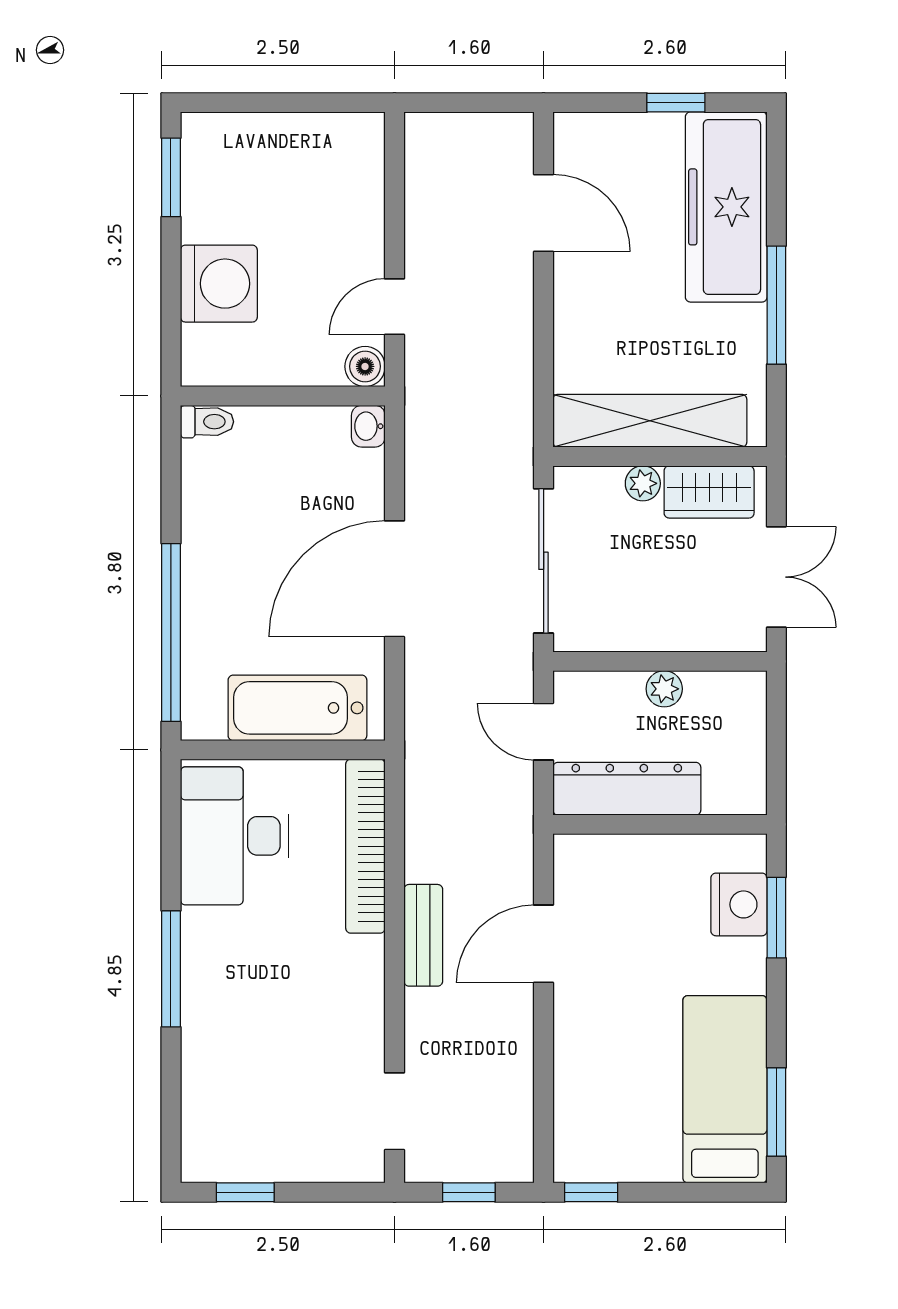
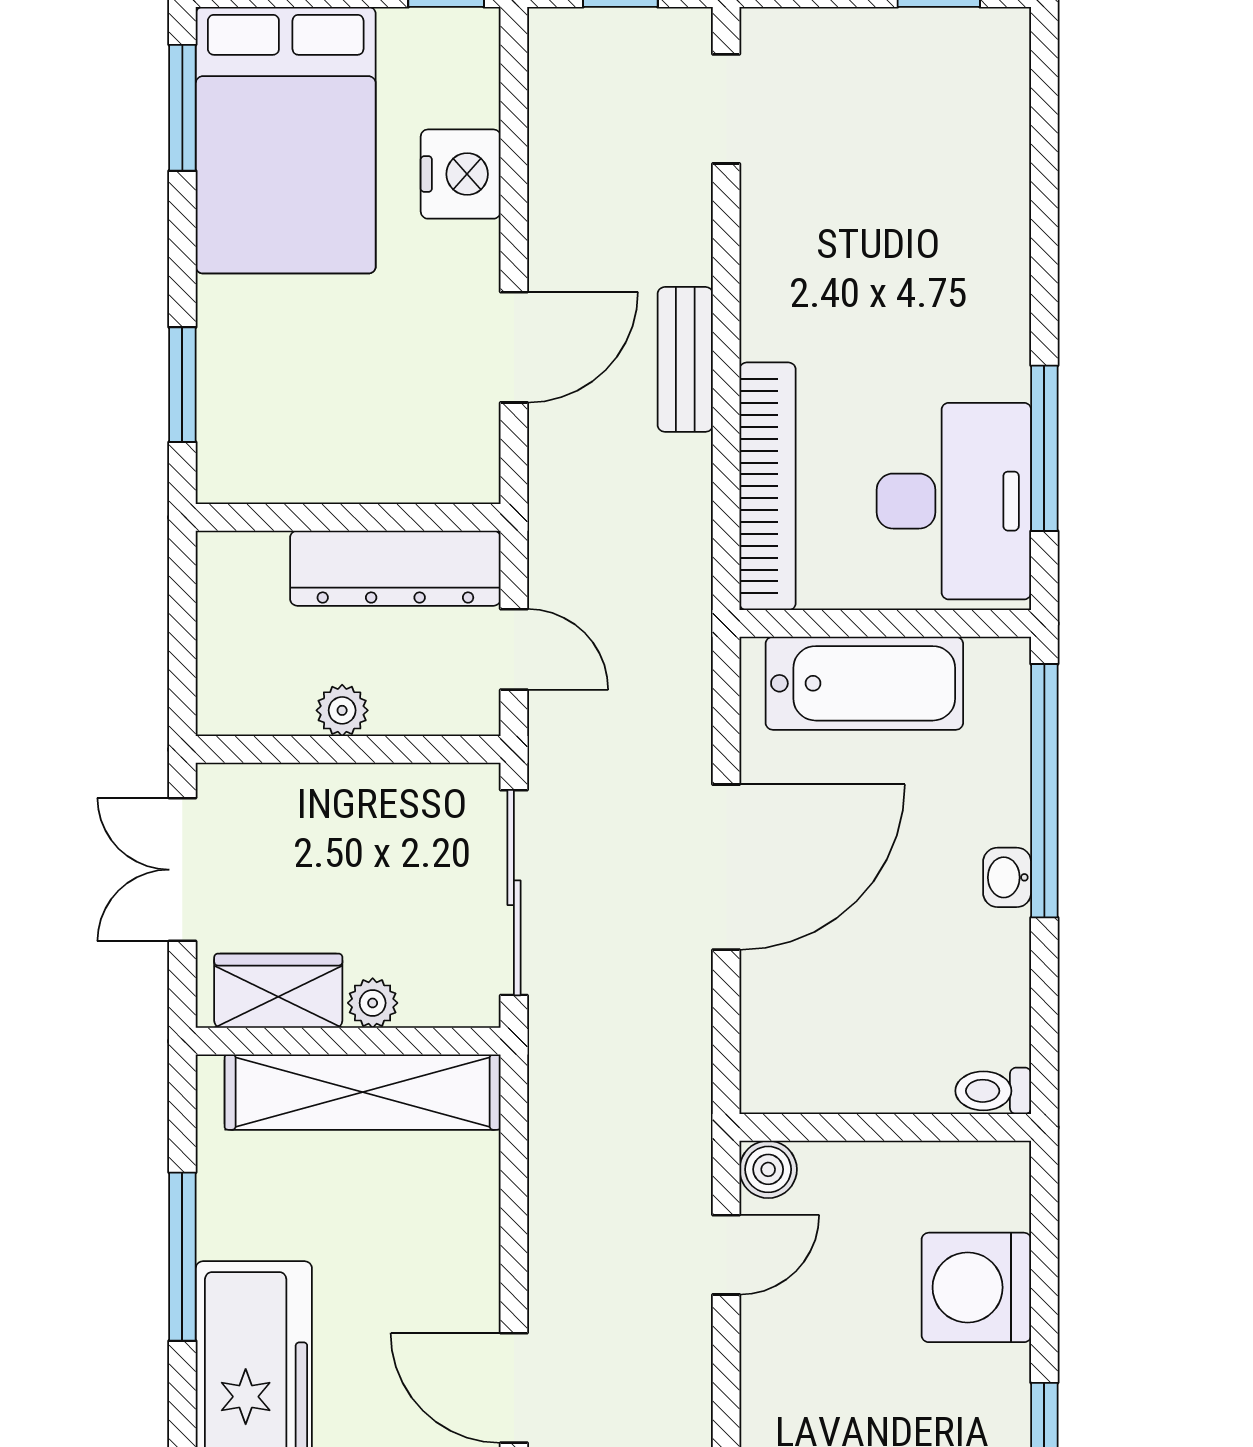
washbasin: (368, 426) -> (1007, 877), moved, turned 180
nightstand: (739, 904) -> (461, 174), moved, turned 180
window: (171, 969) -> (1044, 448), moved
bed: (725, 1089) -> (286, 140), width x1.50

